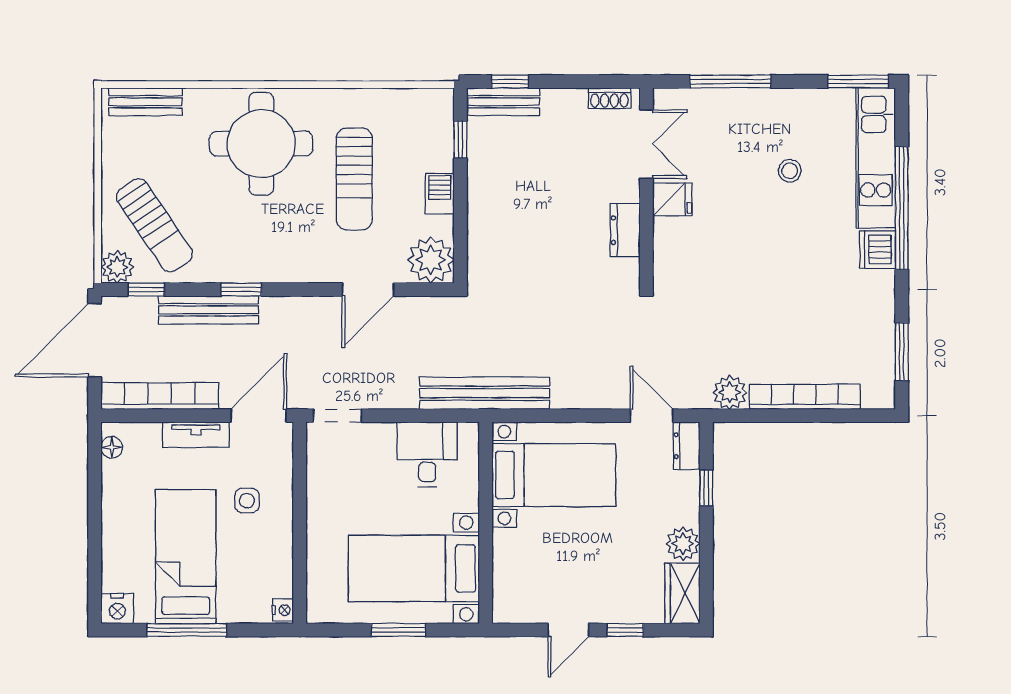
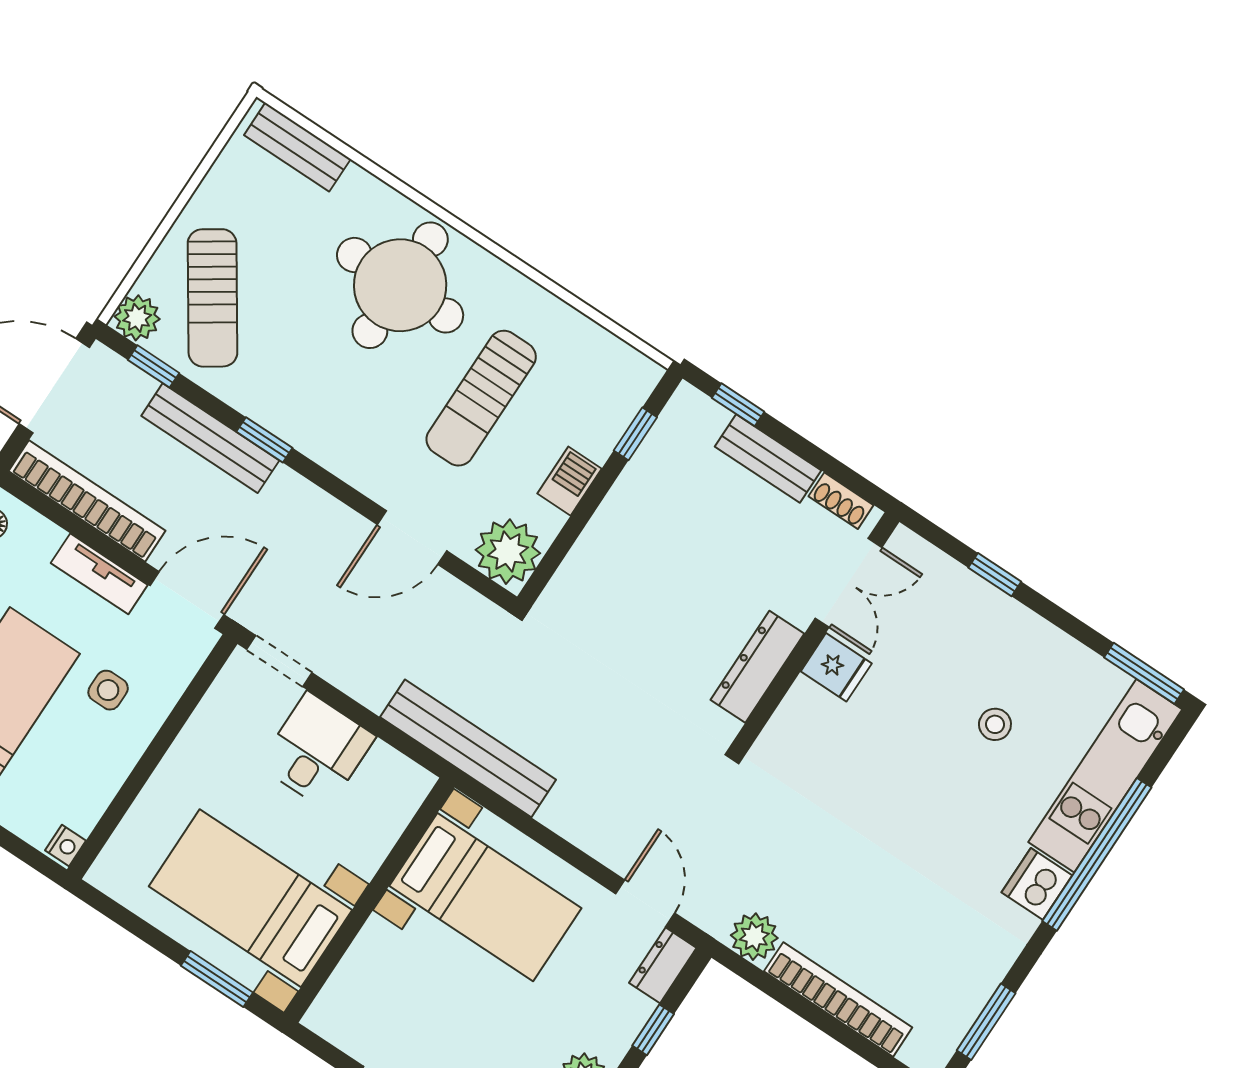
window: (730, 81) -> (995, 575), width x0.46
bench: (503, 102) -> (768, 458), moved
dresser: (625, 230) -> (757, 667), width x1.44
desk: (427, 454) -> (317, 751), moved
window: (398, 630) -> (217, 979), moved

